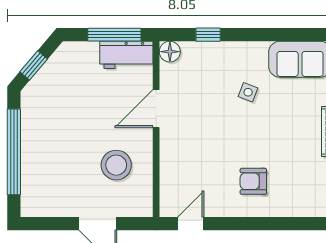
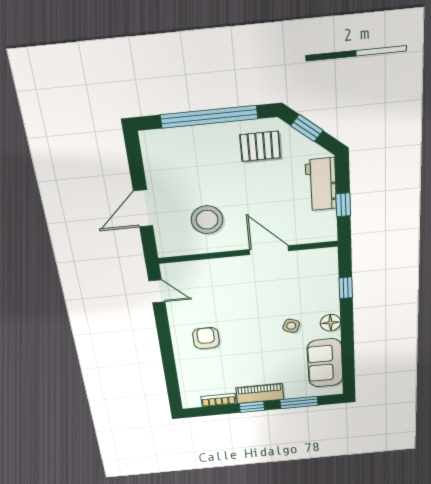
window: (114, 35) -> (343, 205), width x0.46
floor lamp: (170, 52) -> (330, 323), moved
workbench: (126, 55) -> (321, 184), moved
pallet: (47, 109) -> (260, 146), added

